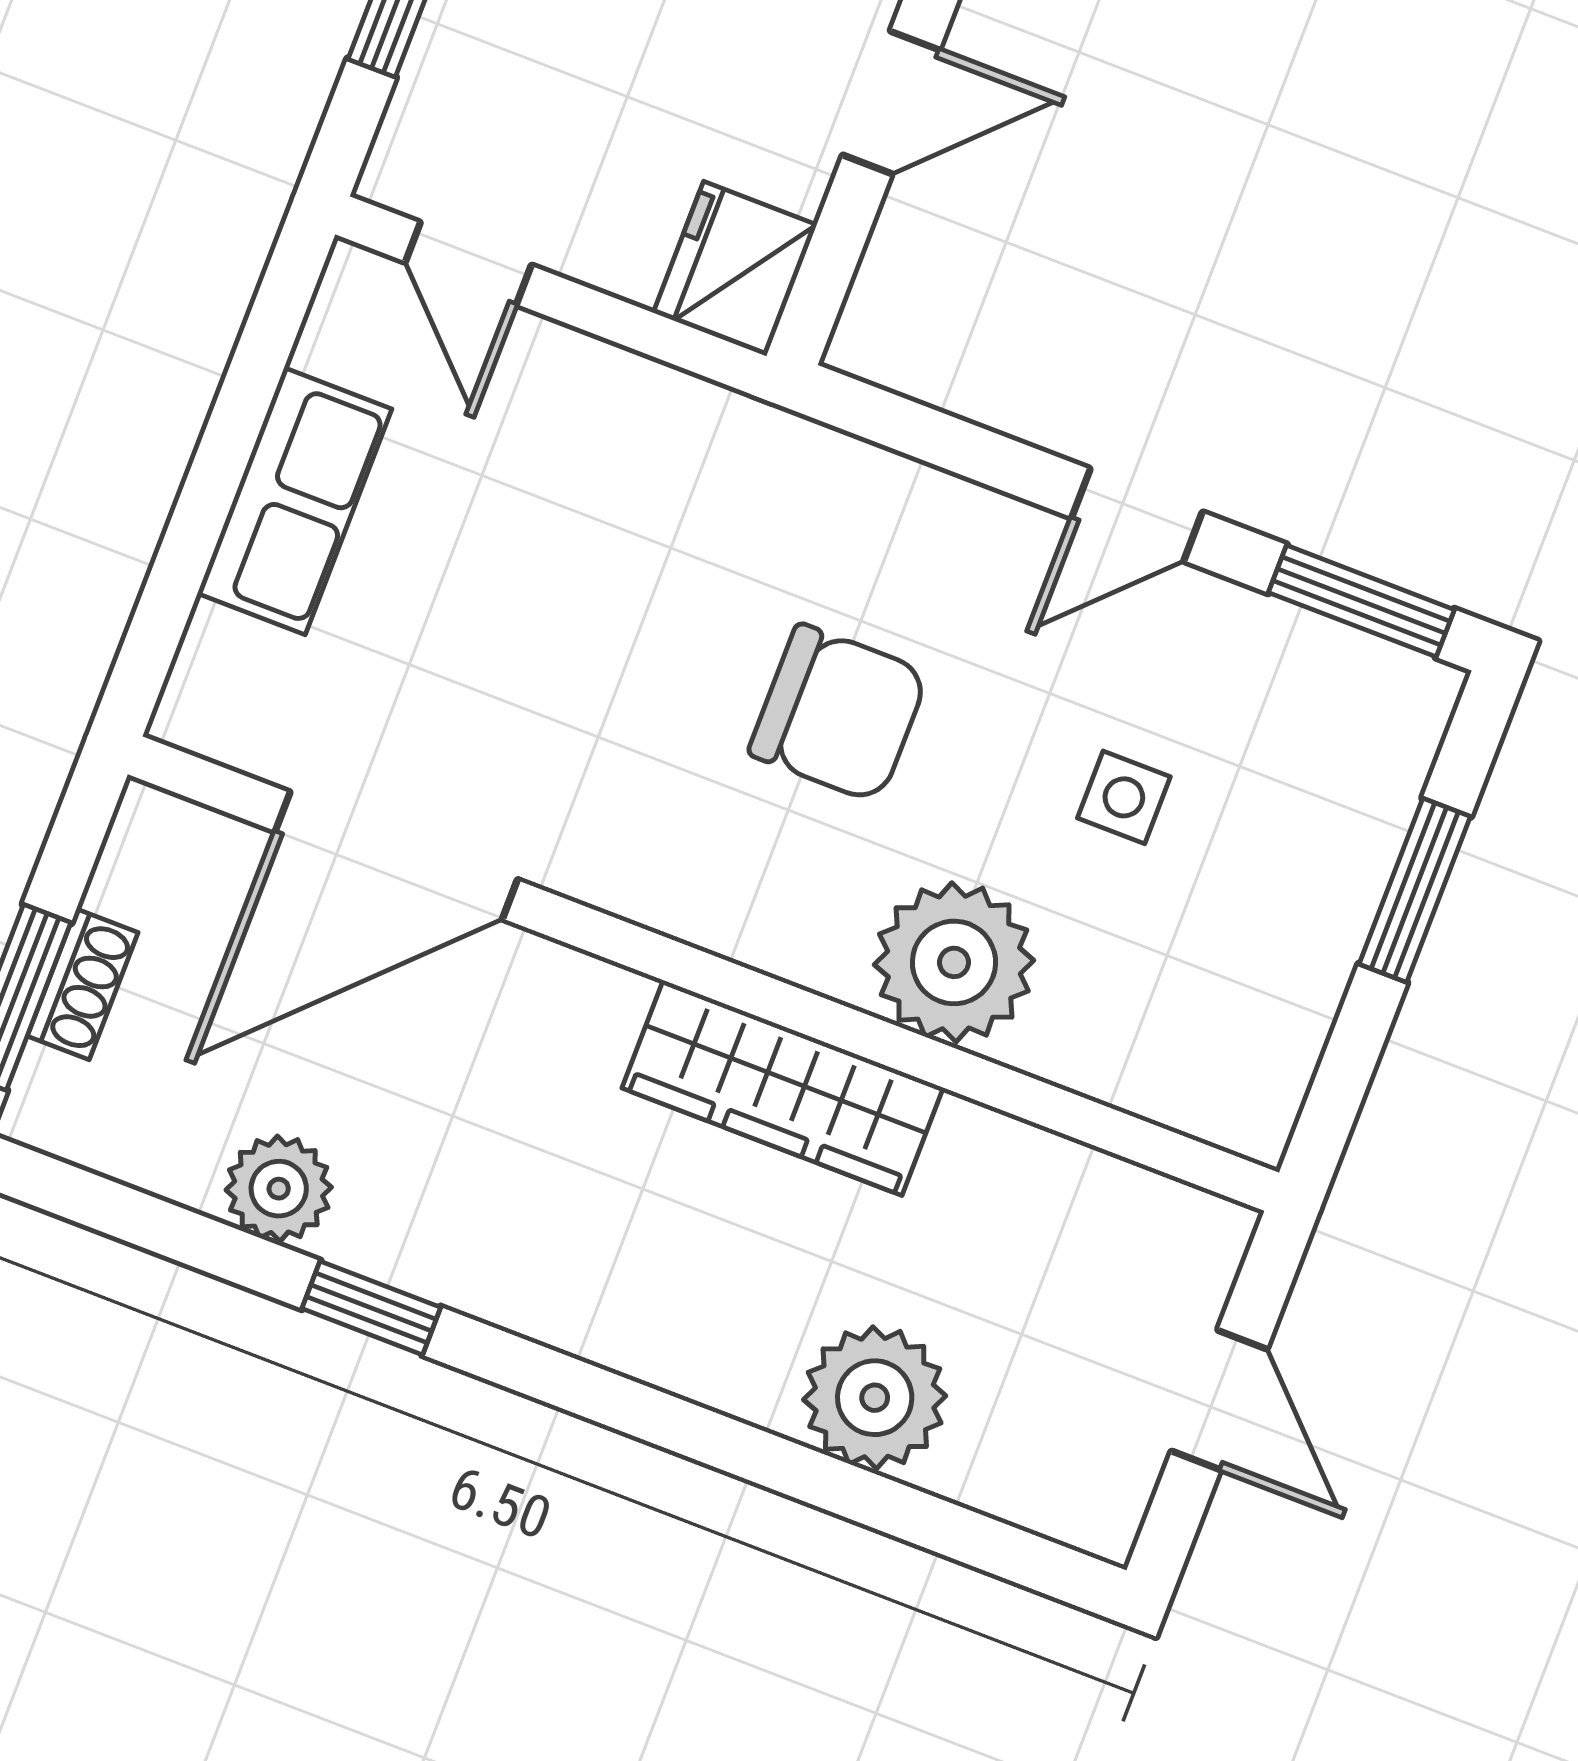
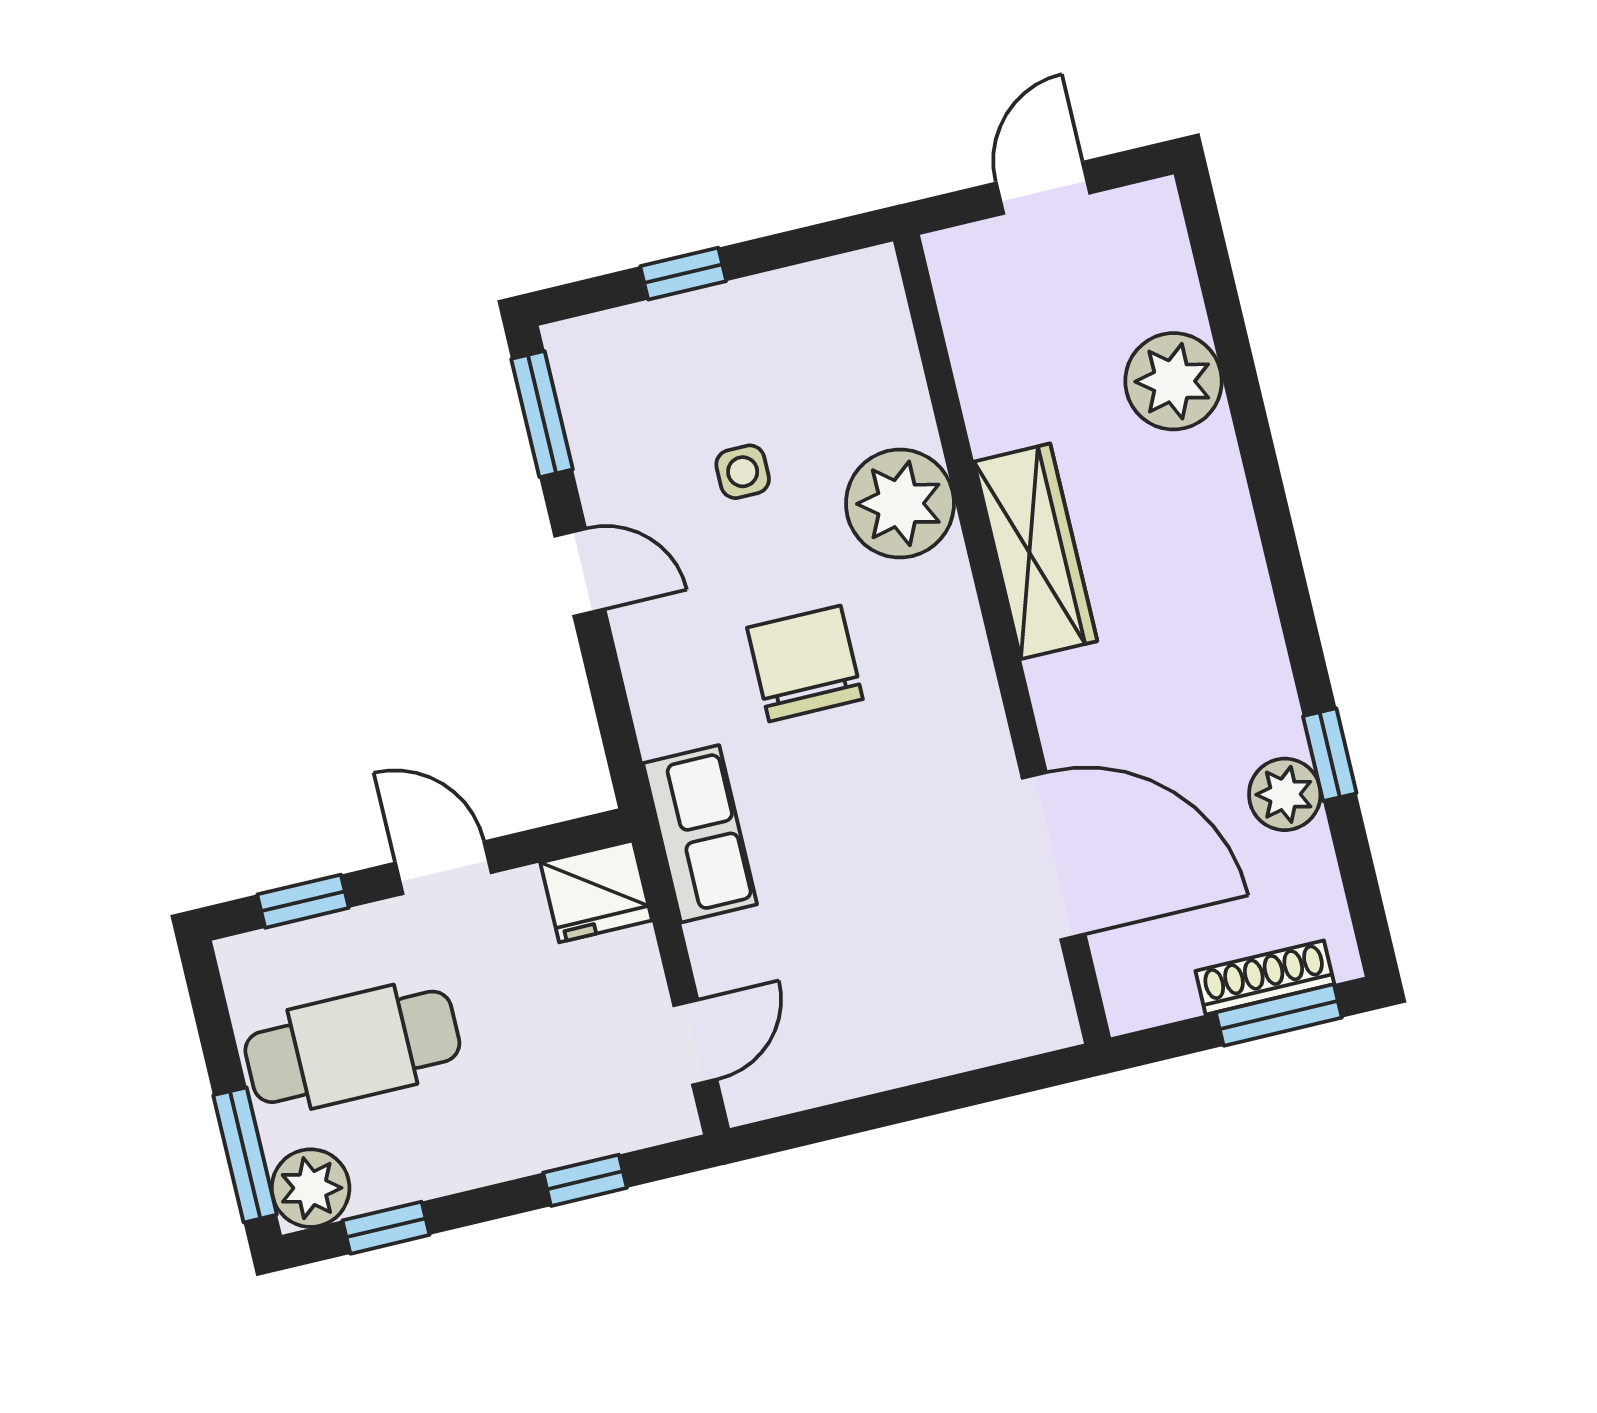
row of seats: (295, 501) -> (700, 834), moved, turned 90
window: (1415, 890) -> (683, 274), width x0.67
shoe rack: (83, 984) -> (1265, 978), width x1.43
window: (371, 1308) -> (1330, 755), moved

